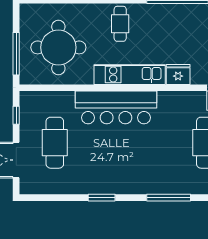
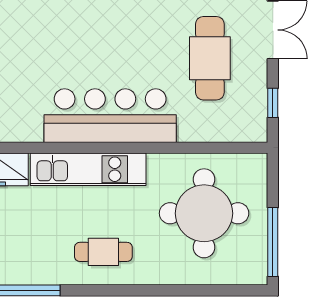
cafe table: (120, 24) -> (103, 252), turned 90
window: (16, 54) -> (273, 242), moved

